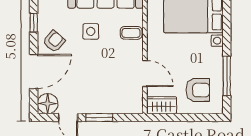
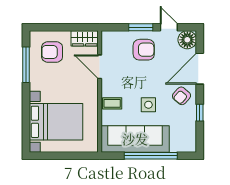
armchair: (96, 93) -> (144, 50), added

